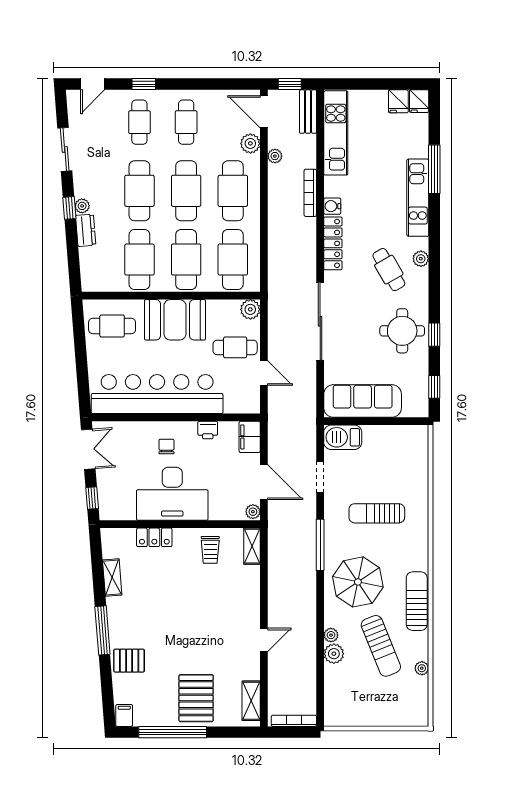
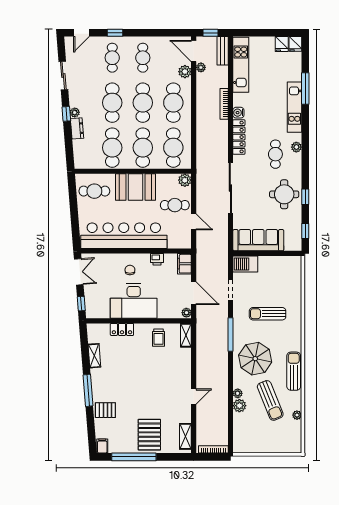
plant: (275, 156) -> (201, 67), moved
cafe table: (389, 270) -> (275, 154), turned 30

